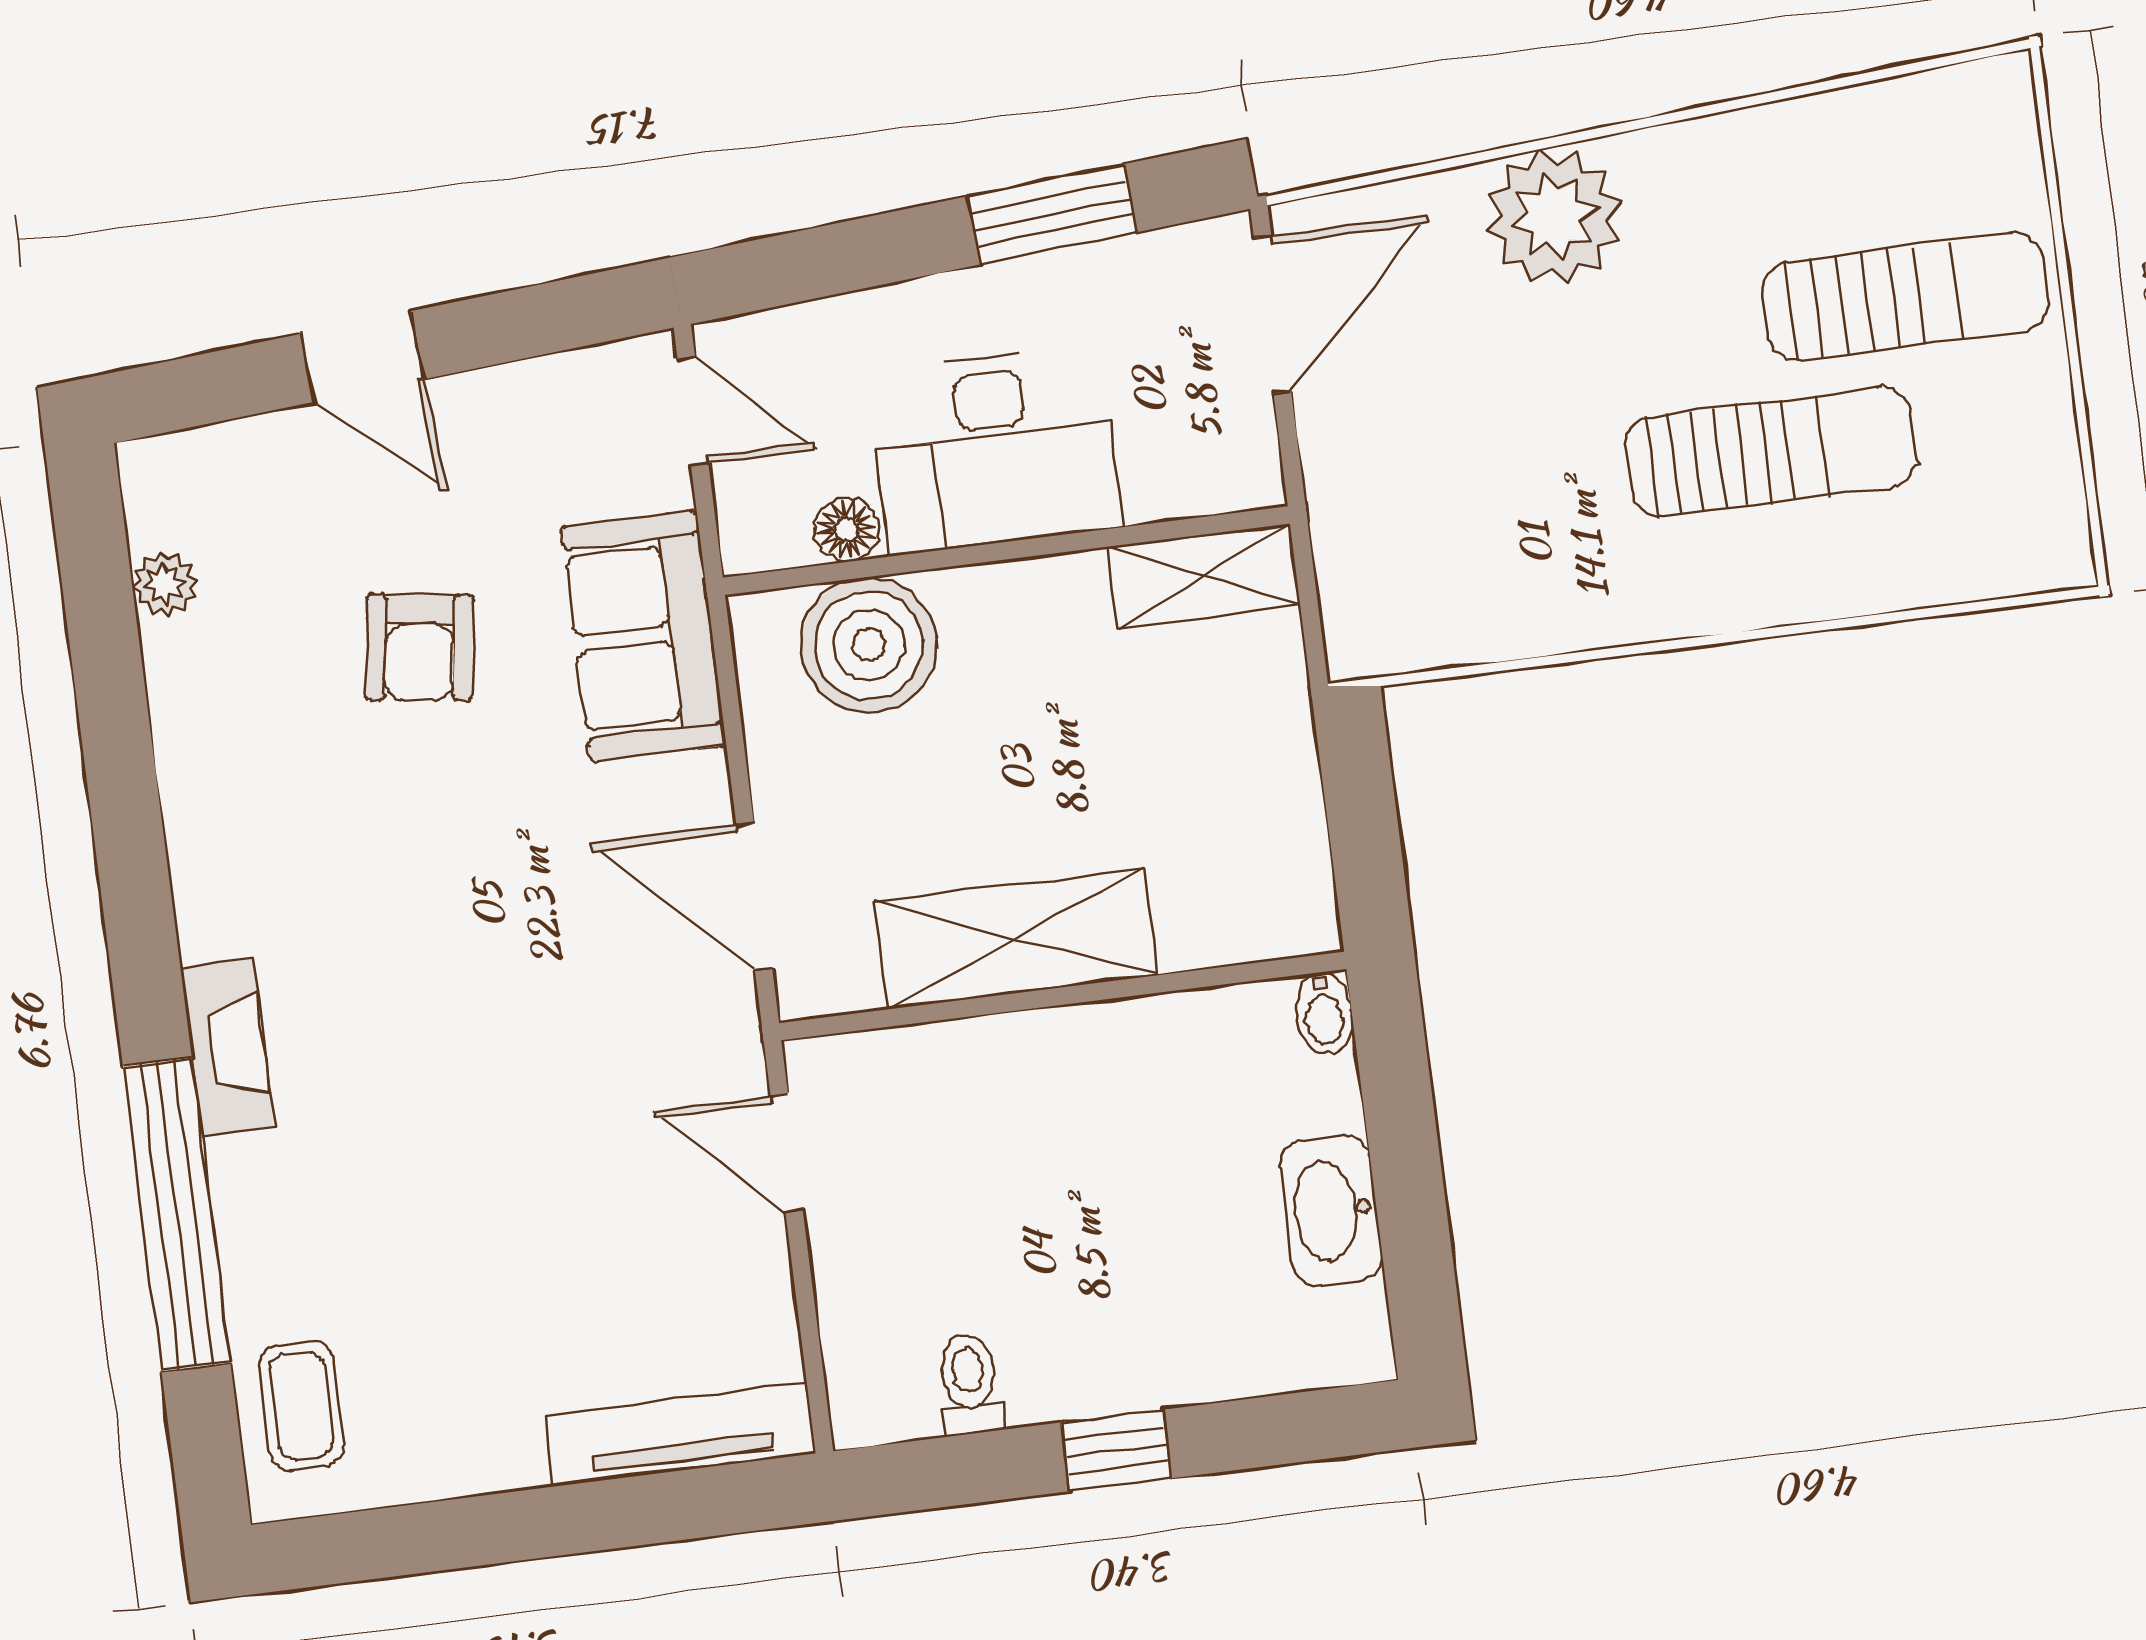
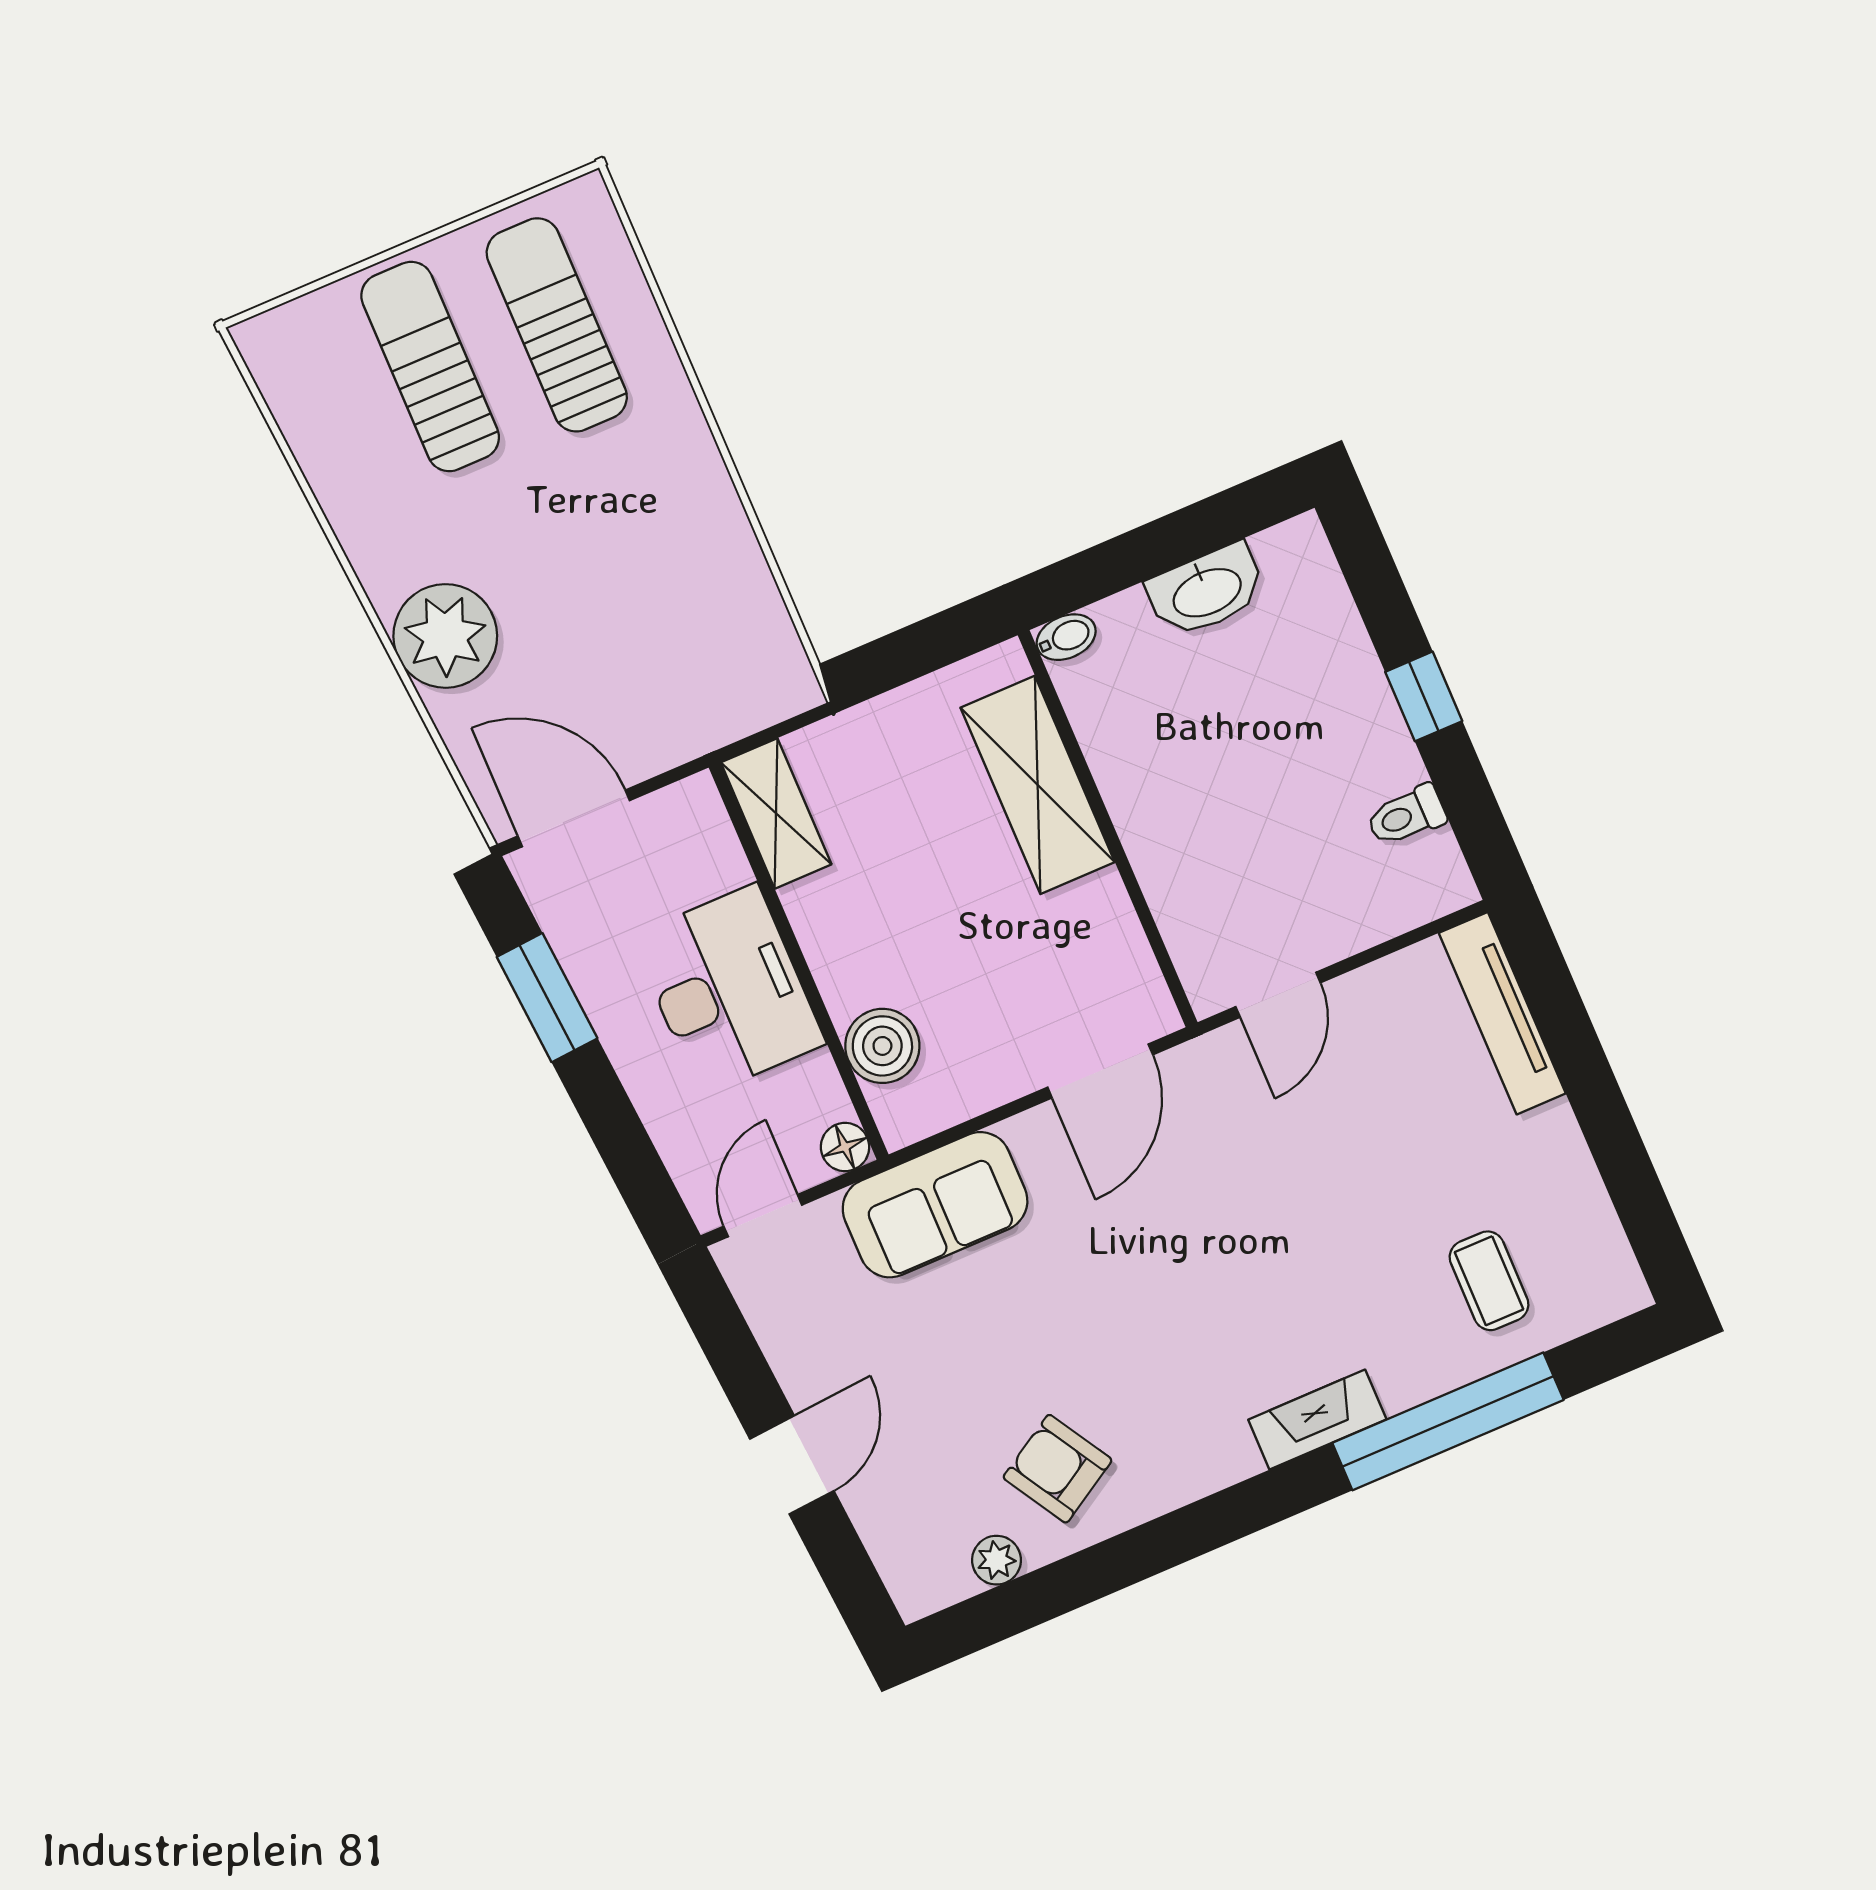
sun lounger: (1771, 452) -> (557, 325), moved
floor lamp: (847, 530) -> (845, 1147), moved
boiler: (869, 645) -> (882, 1046), width x0.73, depth x0.73
armchair: (420, 647) -> (1058, 1469), moved, turned -129
shelving: (1016, 939) -> (1038, 785), moved
coffee table: (301, 1406) -> (1489, 1281), moved, turned 90

